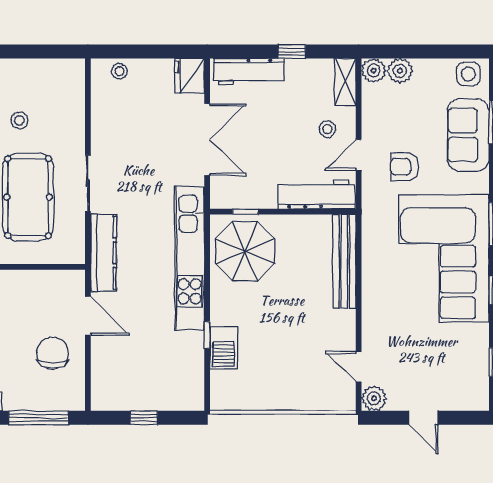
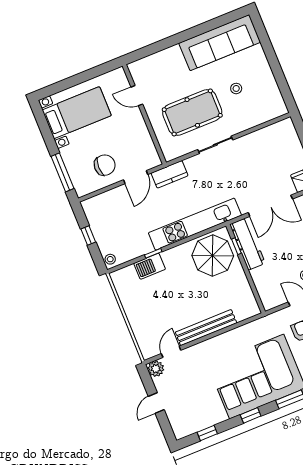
stool: (119, 71) -> (110, 259), moved
workbench: (317, 194) -> (247, 244), moved
kitchen counter: (103, 253) -> (170, 174), width x0.67
bench: (344, 261) -> (206, 328), moved

